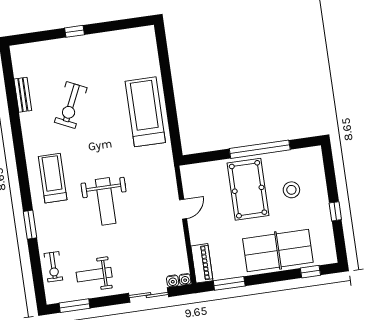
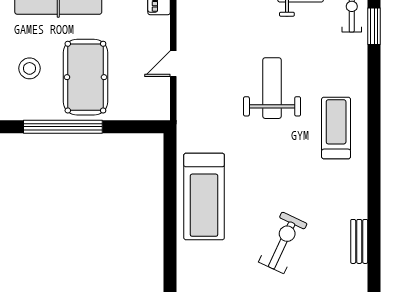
exercise bike: (71, 105) -> (283, 243), moved
treadmill: (53, 178) -> (336, 128), turned 180
window: (30, 225) -> (374, 26), moved

